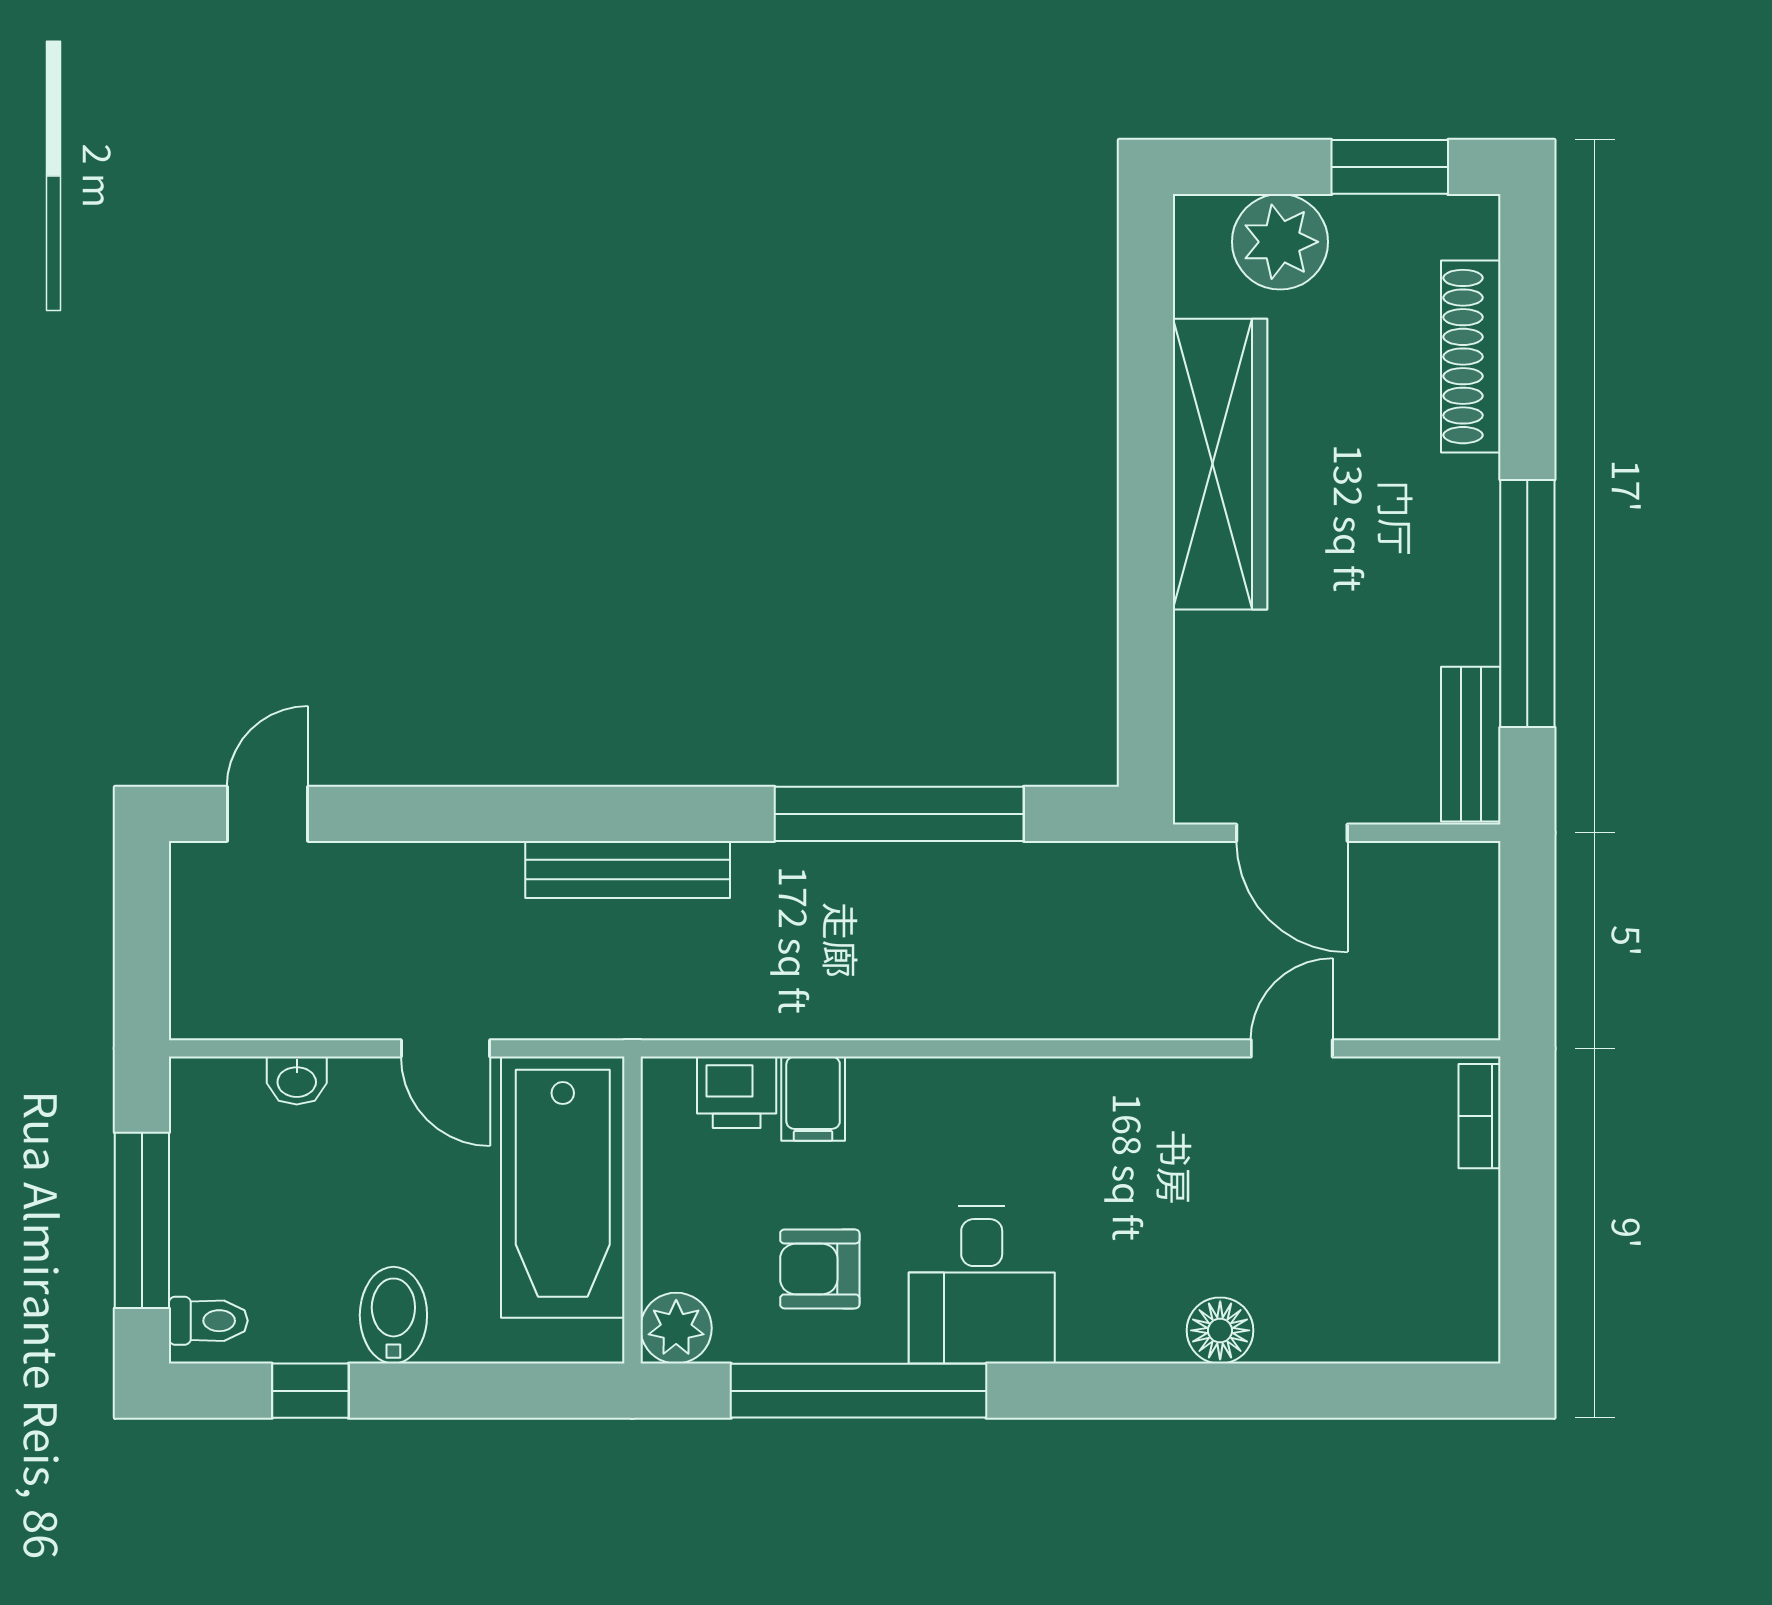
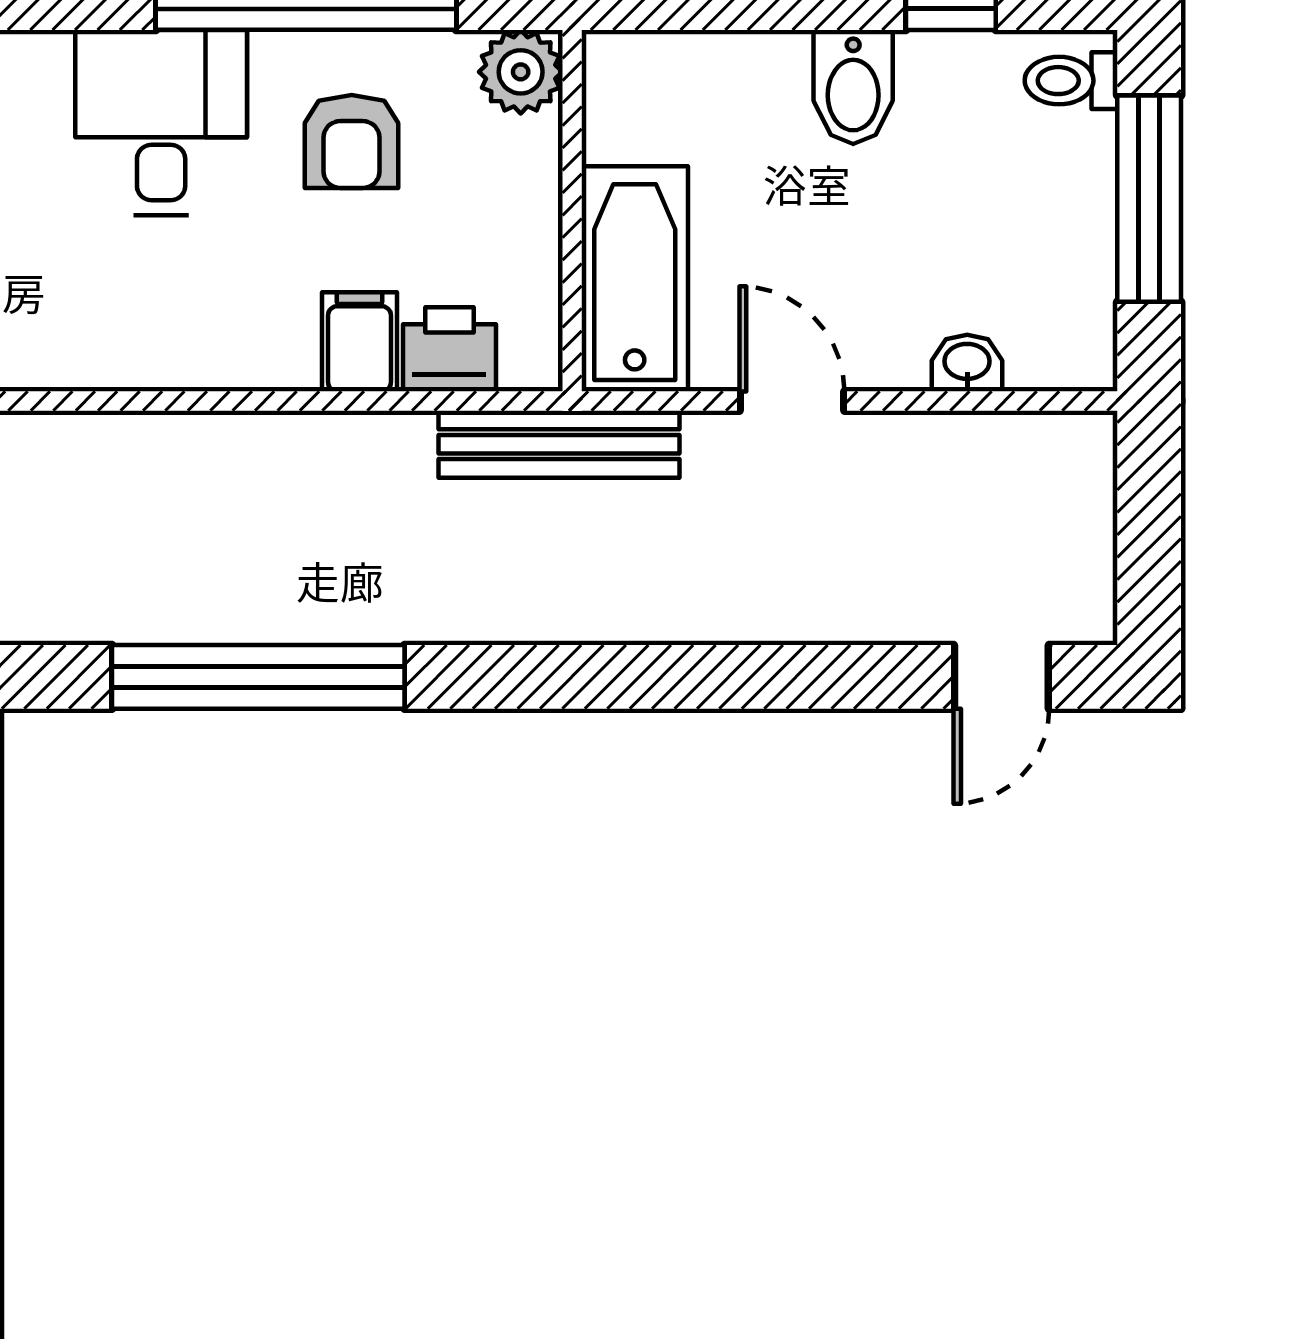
bench: (628, 869) -> (559, 444), moved
bathtub: (563, 1187) -> (635, 279), width x0.73, depth x0.73
armchair: (820, 1269) -> (352, 141), turned 90

